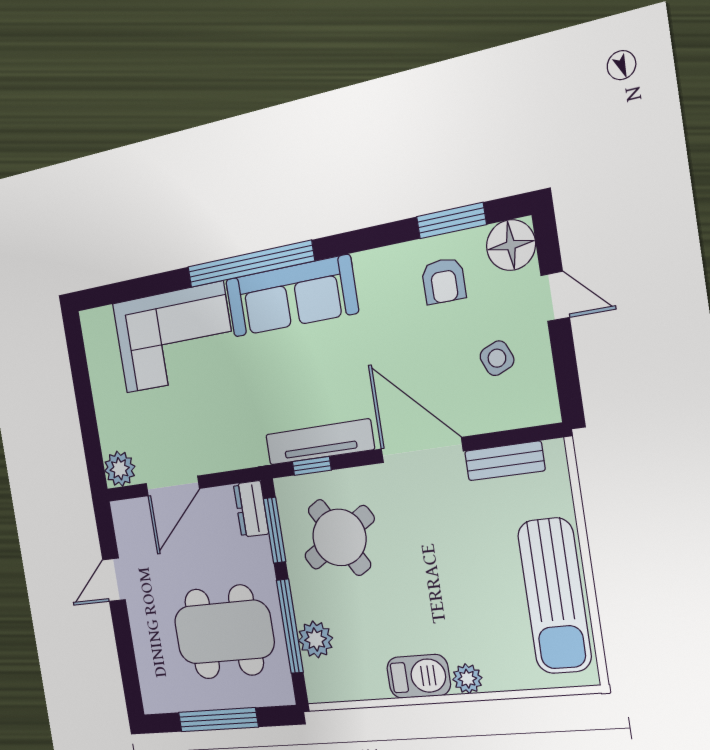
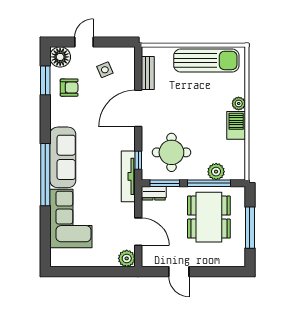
tv unit: (320, 442) -> (128, 176), moved
round table: (339, 537) -> (171, 152), turned 31

